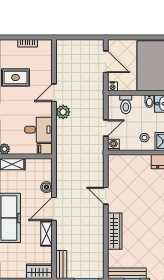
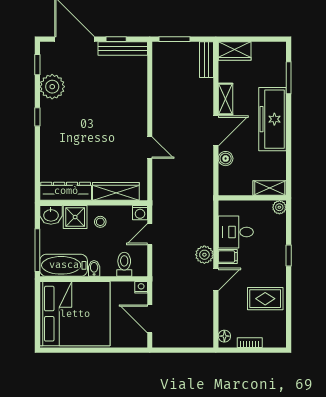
floor lamp: (47, 48) -> (224, 336), added
filing cabinet: (45, 149) -> (228, 257), moved
wardrobe: (115, 231) -> (116, 191), moved, turned 90

